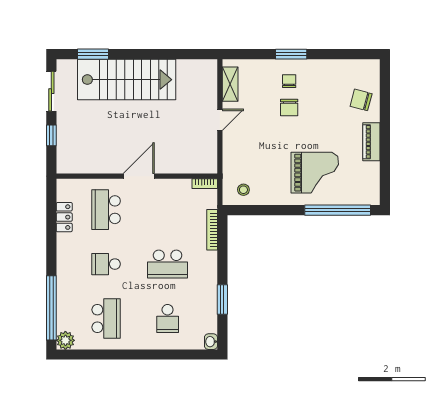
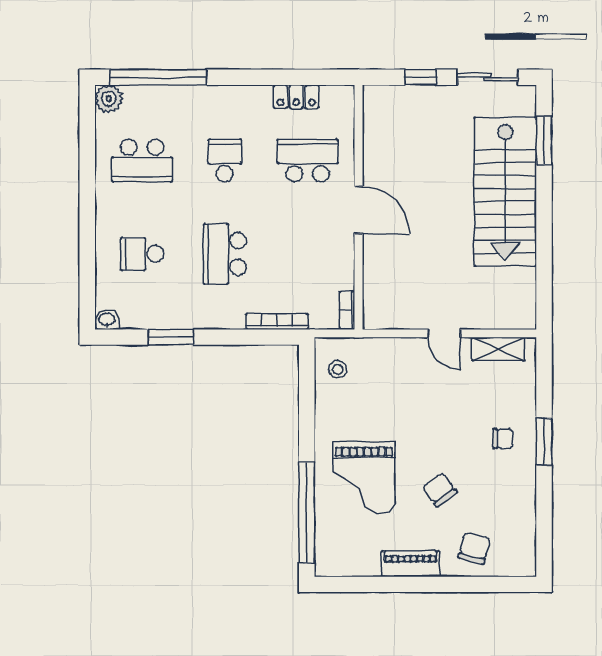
chair: (289, 108) -> (440, 490), moved, turned 54

